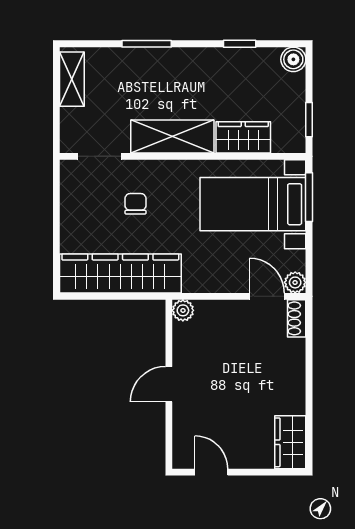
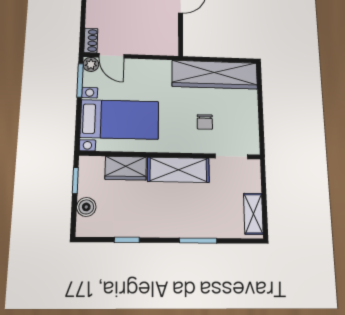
boiler: (293, 59) -> (86, 207), moved
window: (309, 197) -> (80, 80), moved
plant: (183, 310) -> (171, 49), removed

